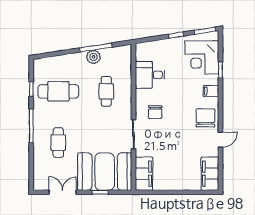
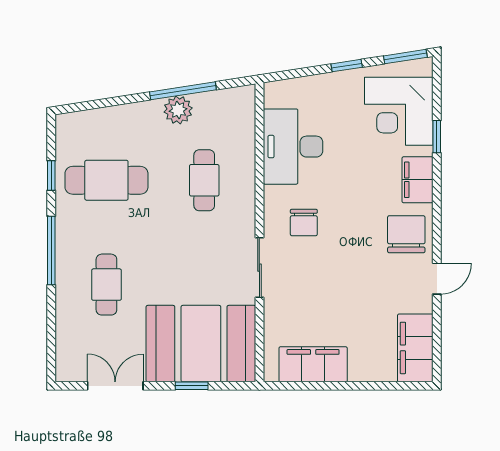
desk: (150, 75) -> (293, 147), width x1.37
filing cabinet: (211, 91) -> (418, 180), width x2.00
filing cabinet: (144, 174) -> (313, 364), moved, turned -90

